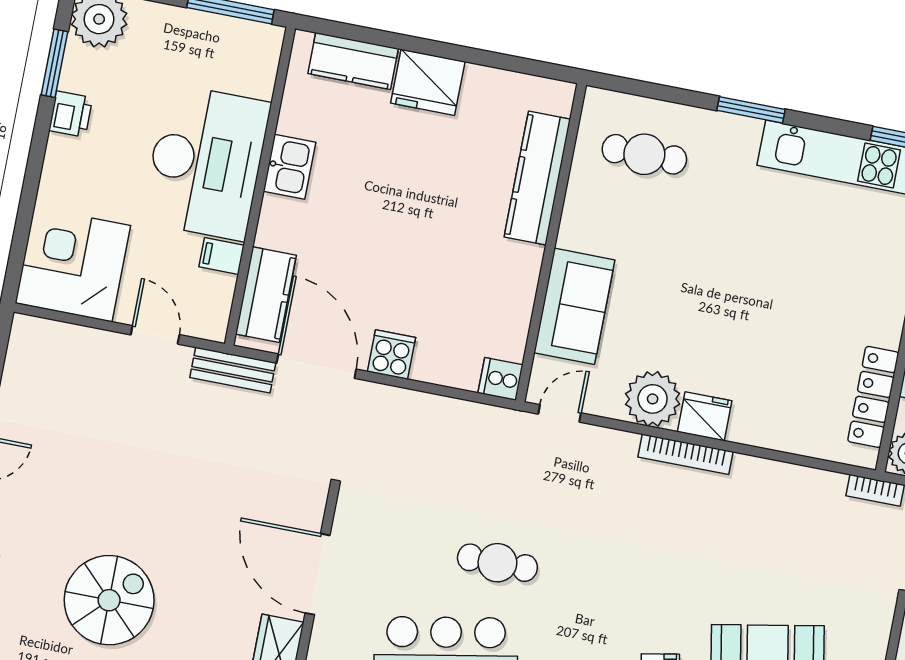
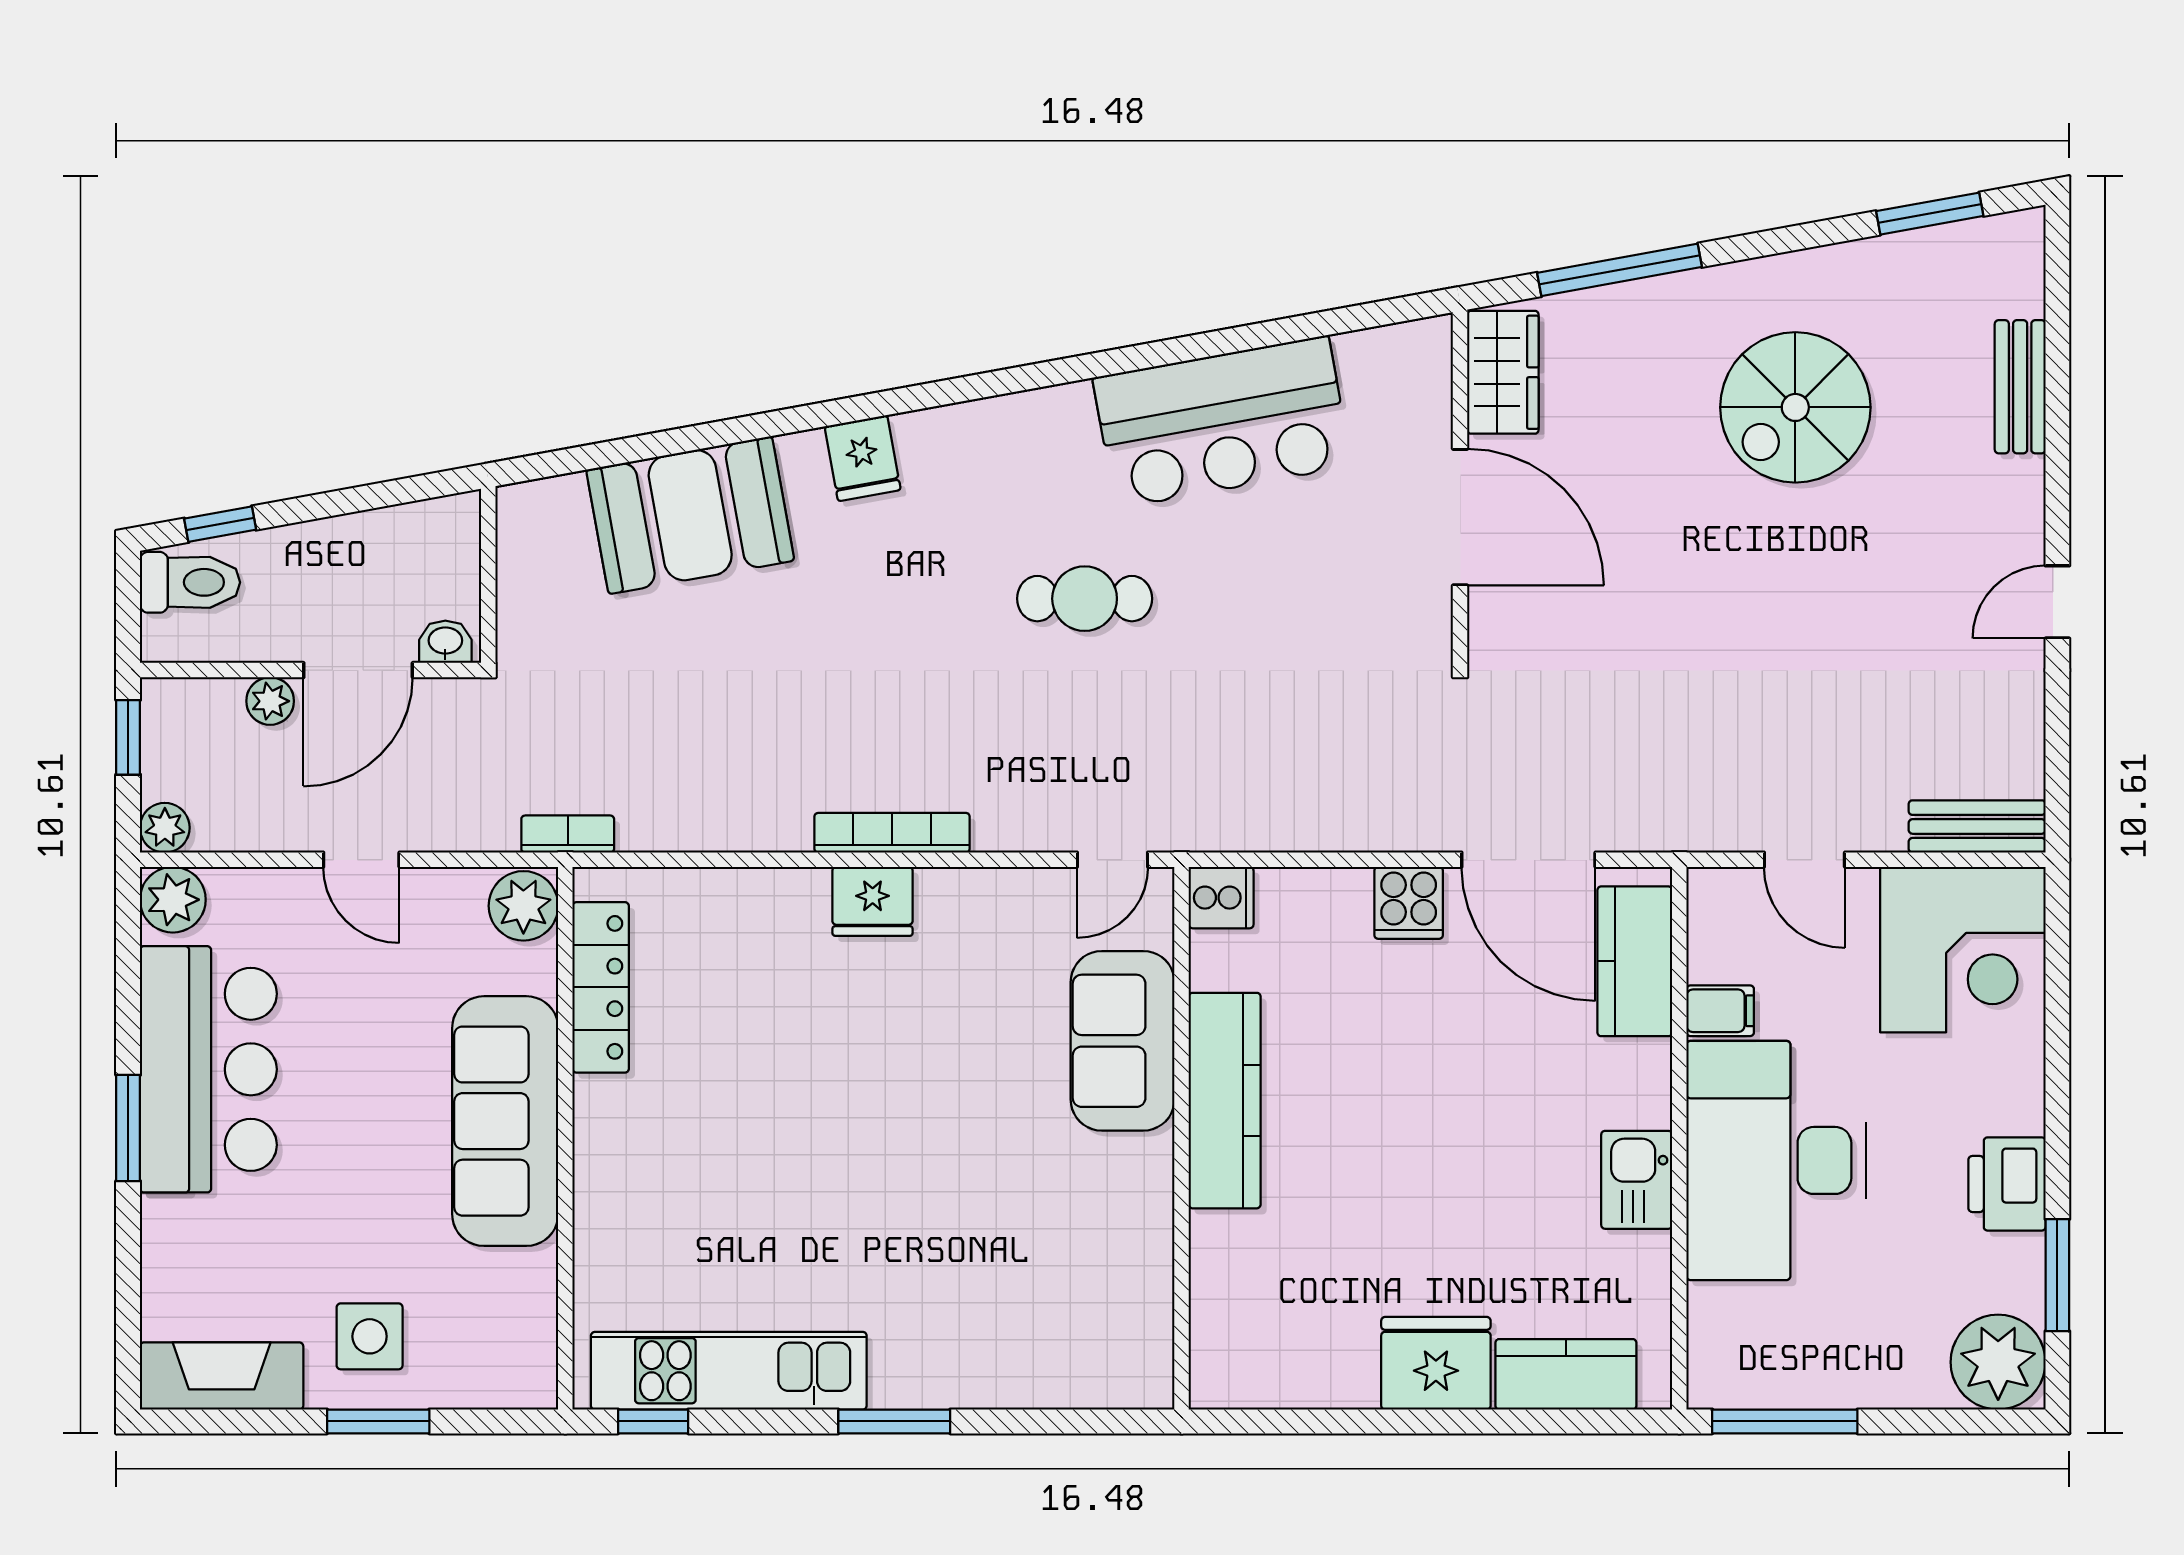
printer: (71, 114) -> (2007, 1184), width x1.36, depth x1.24
cafe table: (644, 154) -> (1056, 1314), removed
kitchen counter: (537, 178) -> (1225, 1101), moved
bench: (233, 370) -> (1977, 826), moved
plant: (653, 399) -> (964, 913), removed
cafe table: (497, 563) -> (1085, 599), moved

